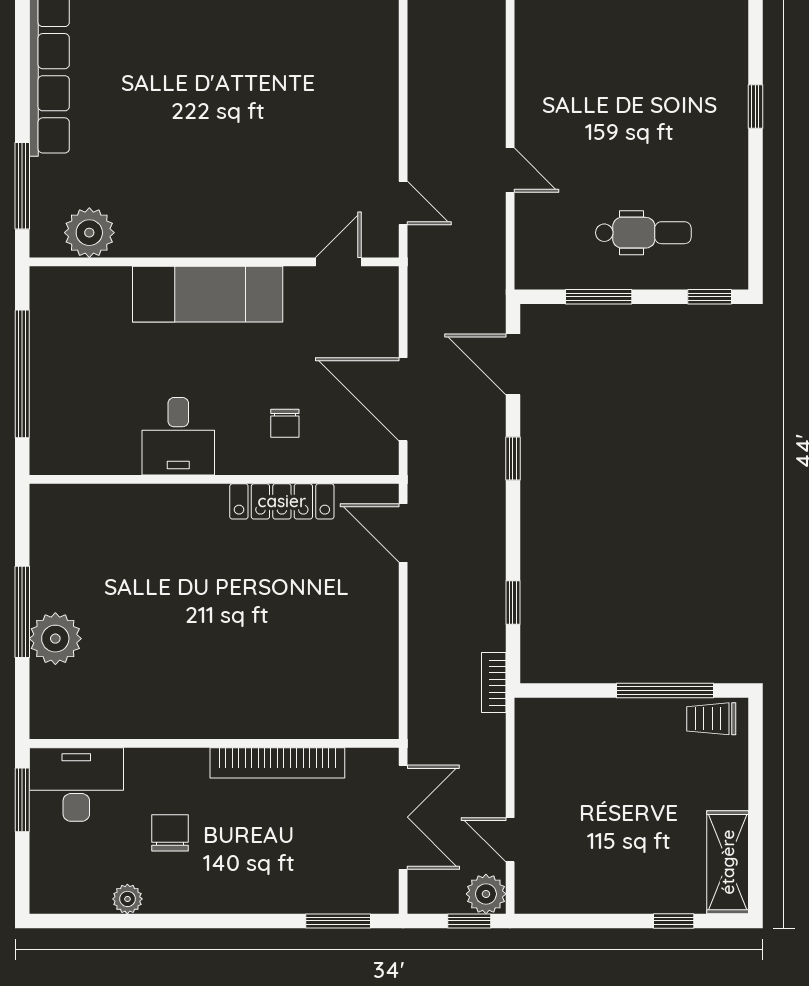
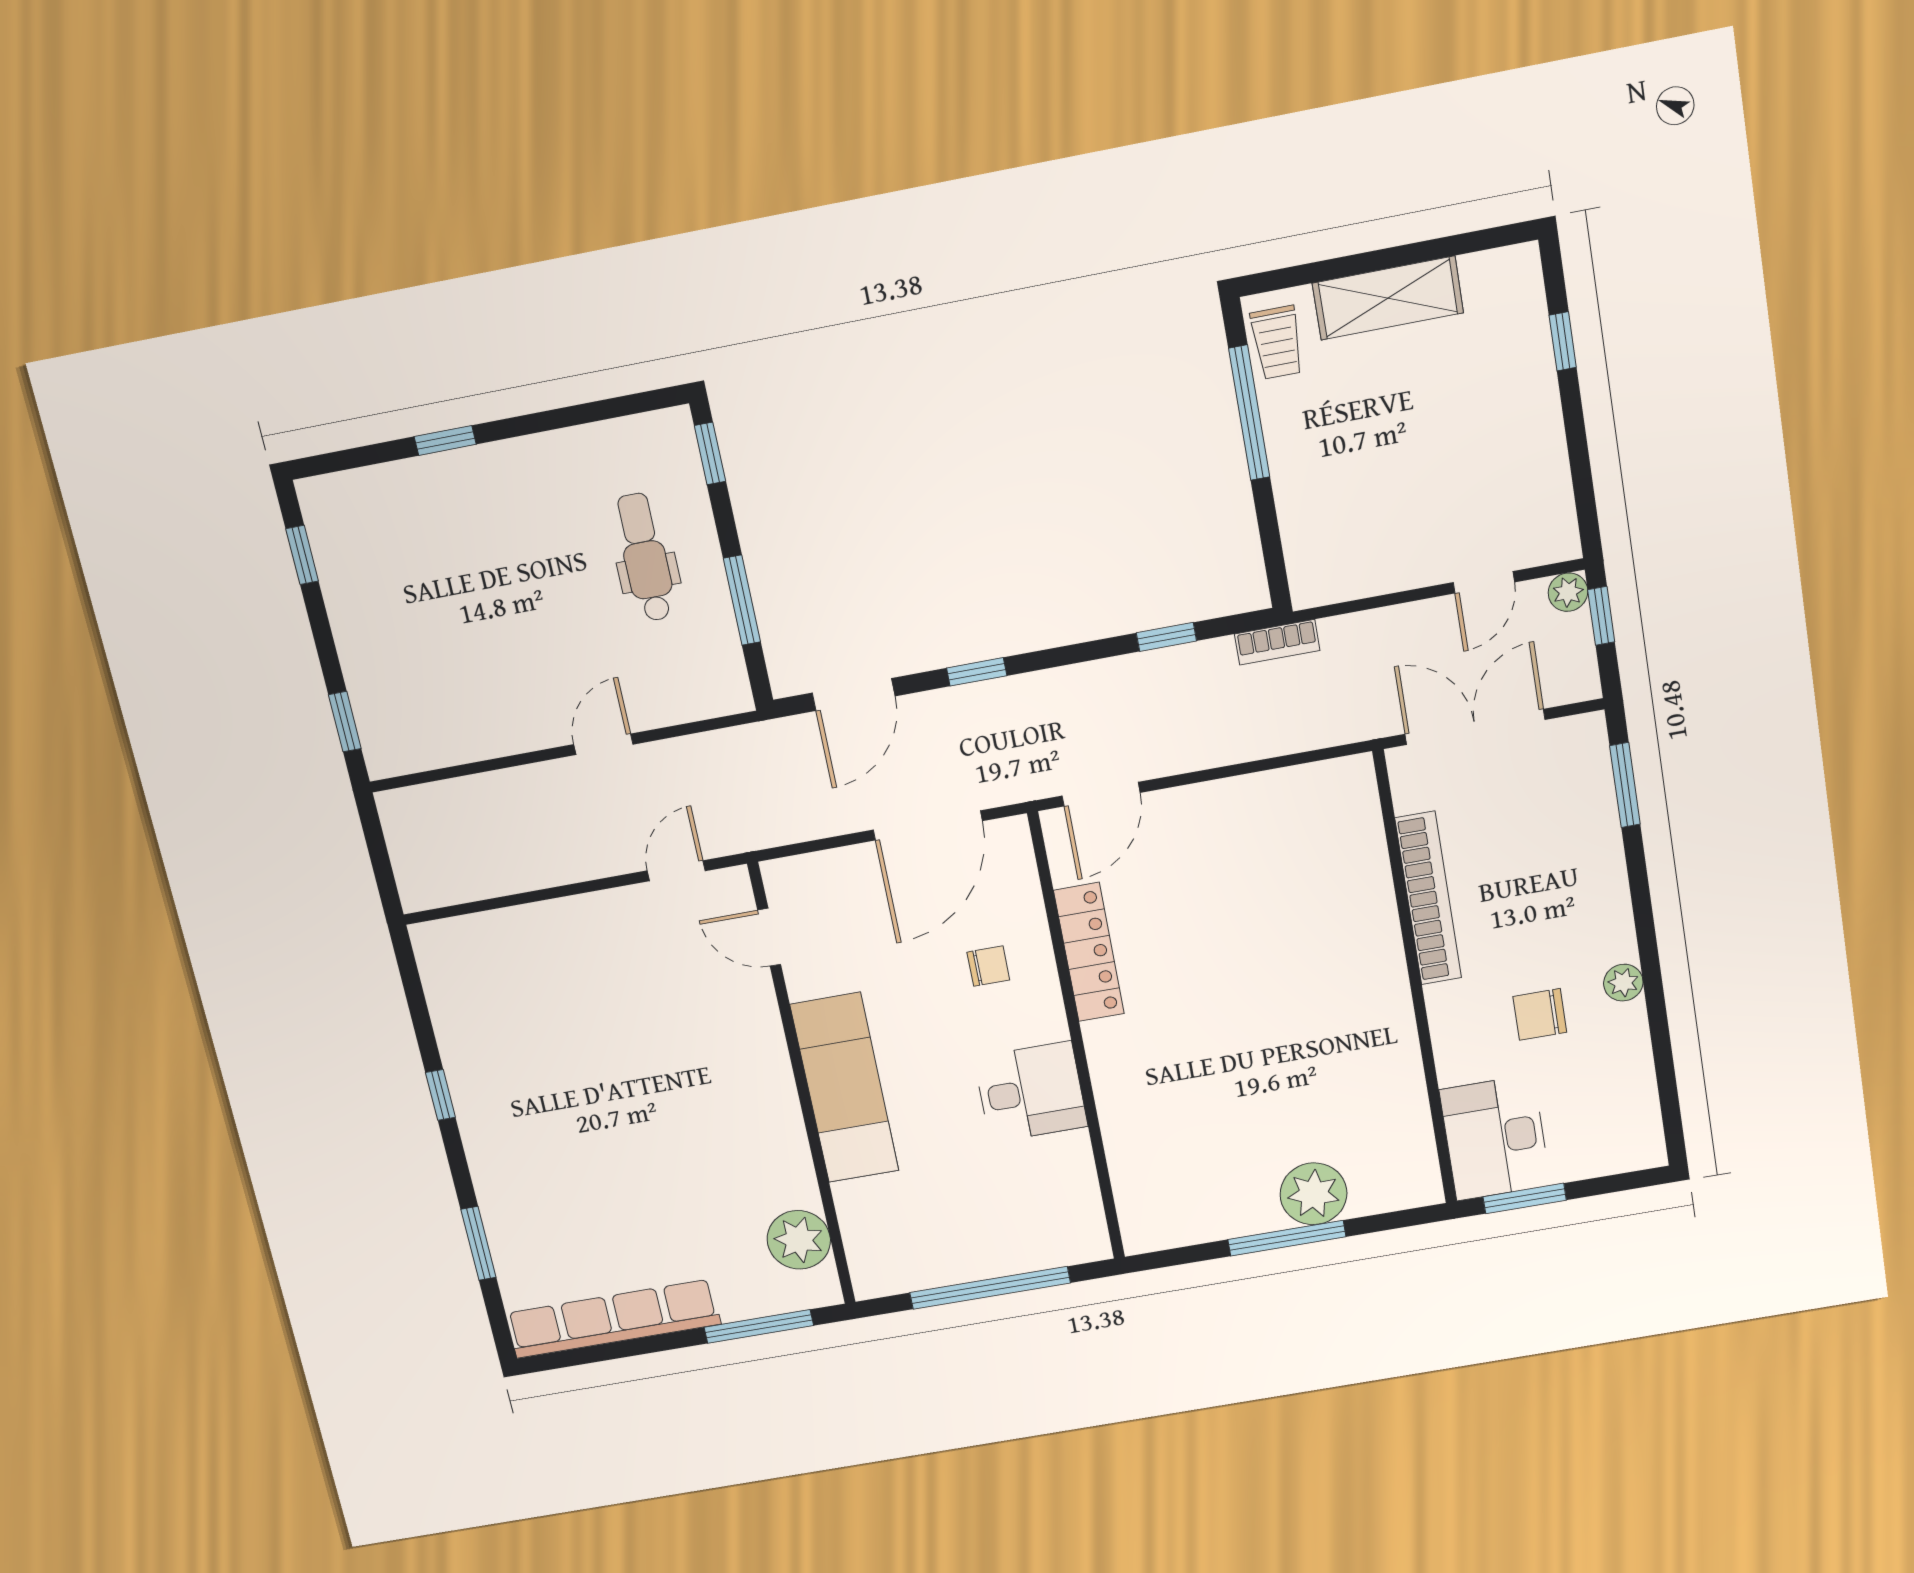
shelving: (728, 862) -> (1388, 298), moved
plant: (486, 894) -> (1568, 592), width x0.73, depth x0.73
plant: (127, 899) -> (1623, 983), moved

